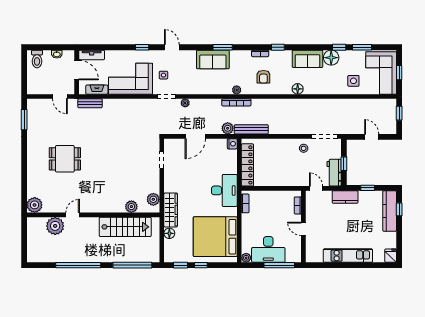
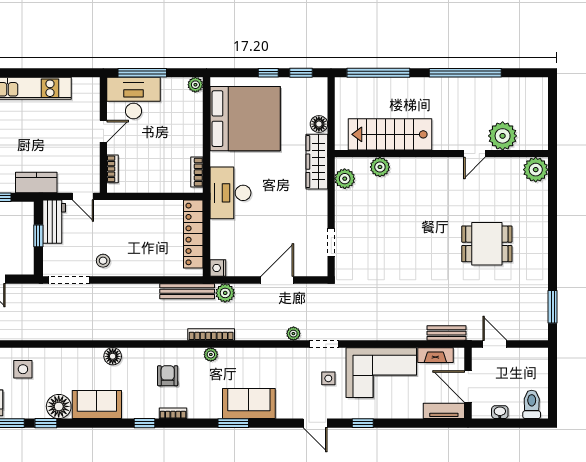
door: (303, 229) -> (103, 131), hinge flipped
desk: (268, 249) -> (134, 98), moved

